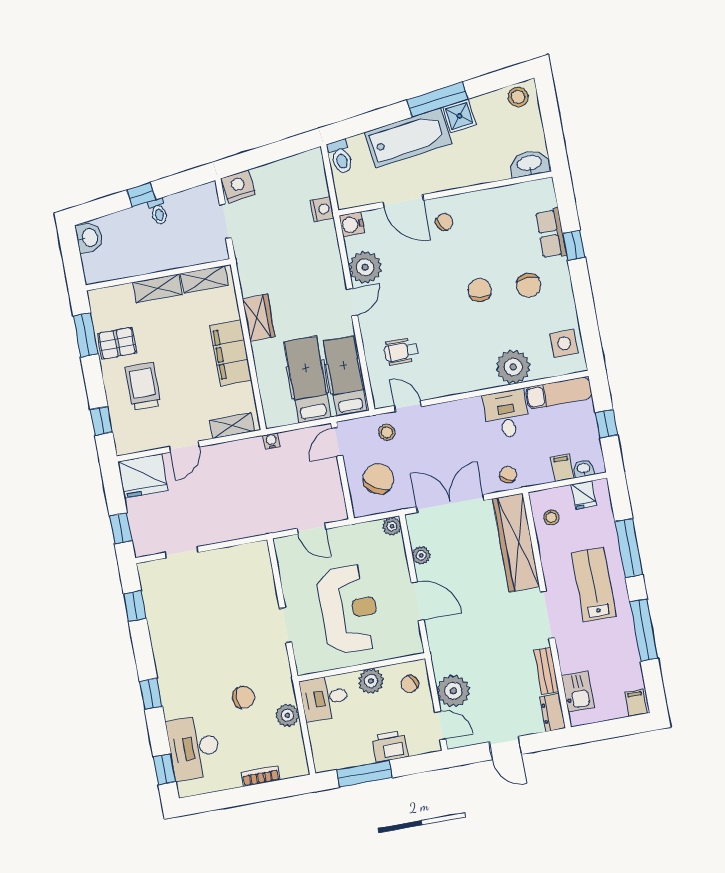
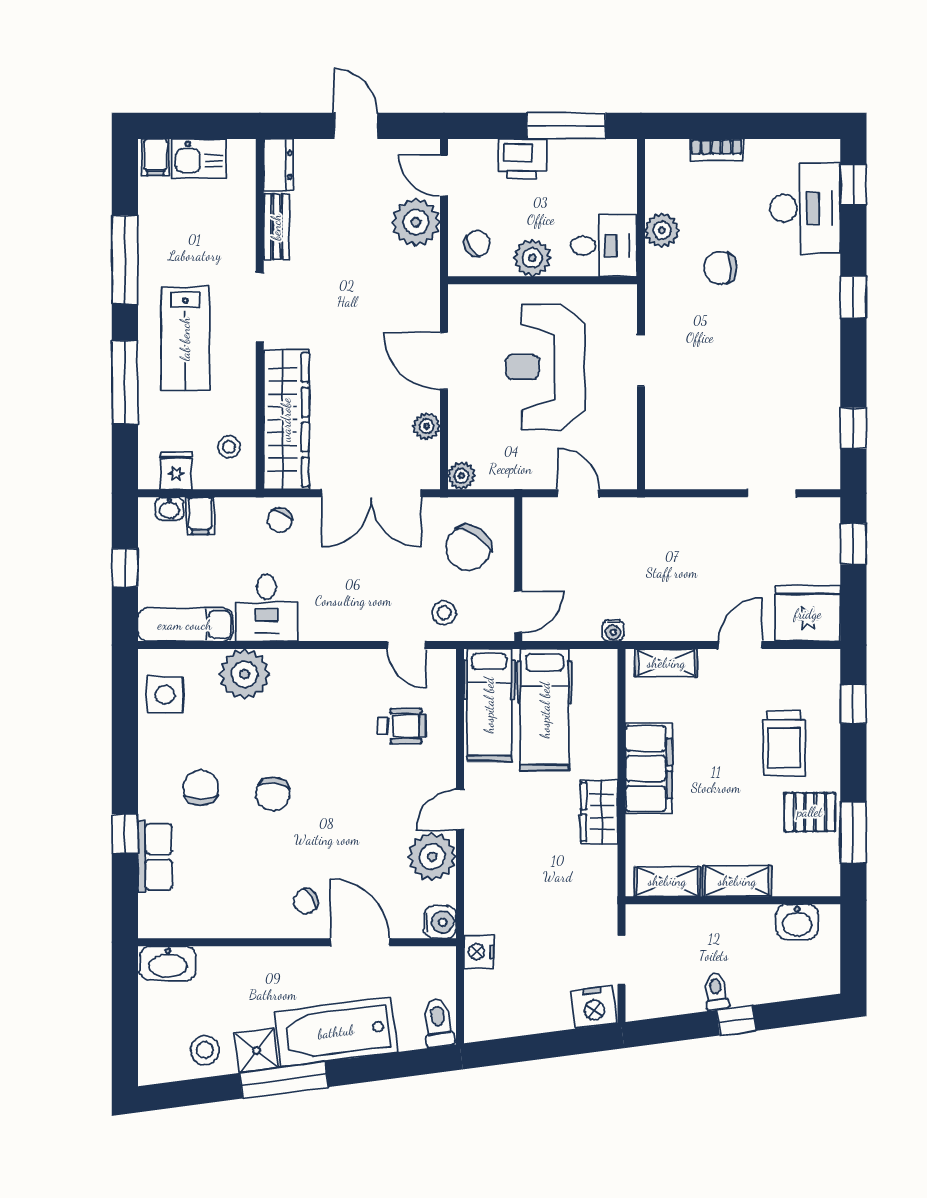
stool: (518, 97) -> (205, 1050), moved
washbasin: (89, 238) -> (797, 922), moved, turned -90
kitchen sink: (578, 692) -> (199, 159), moved, turned -90

